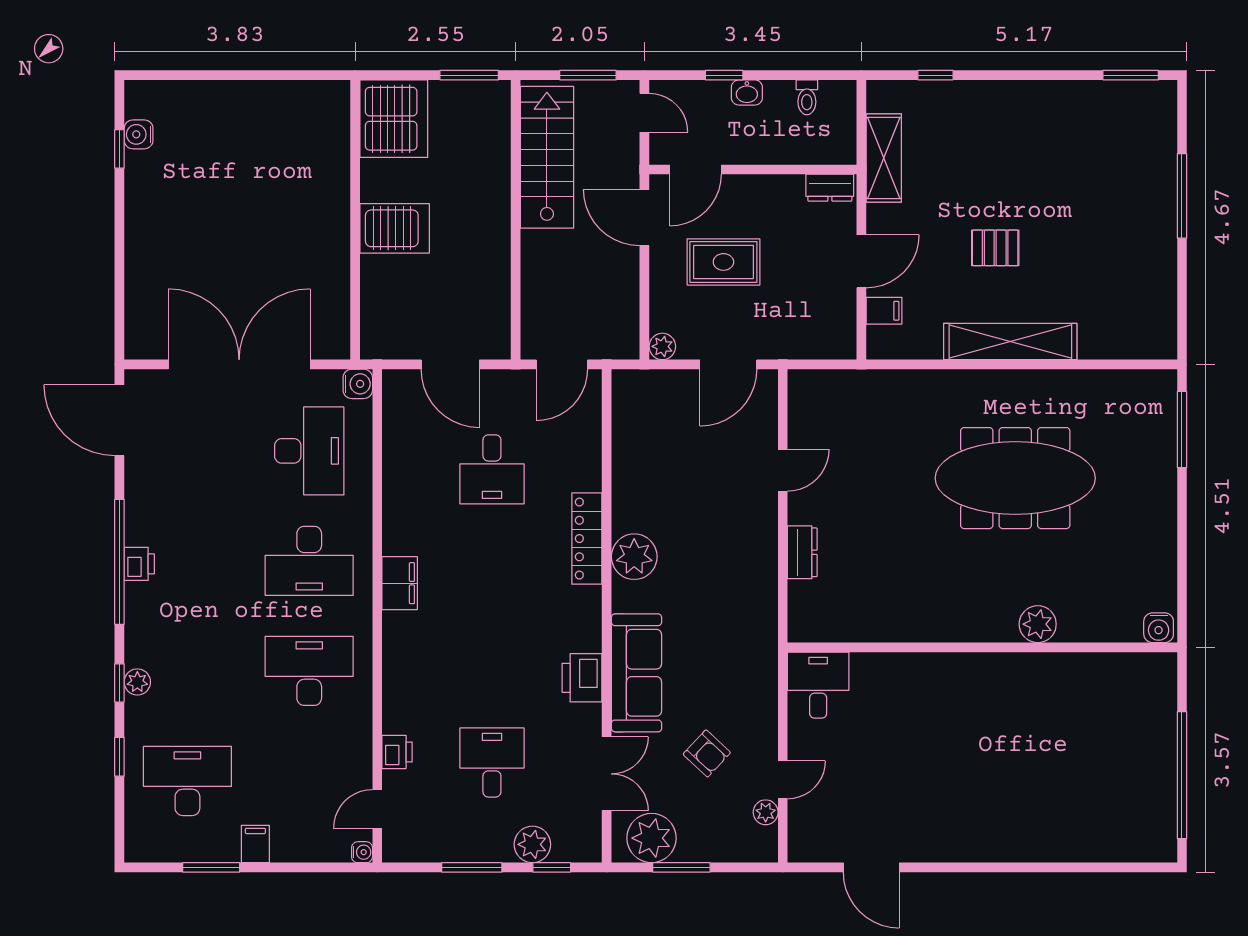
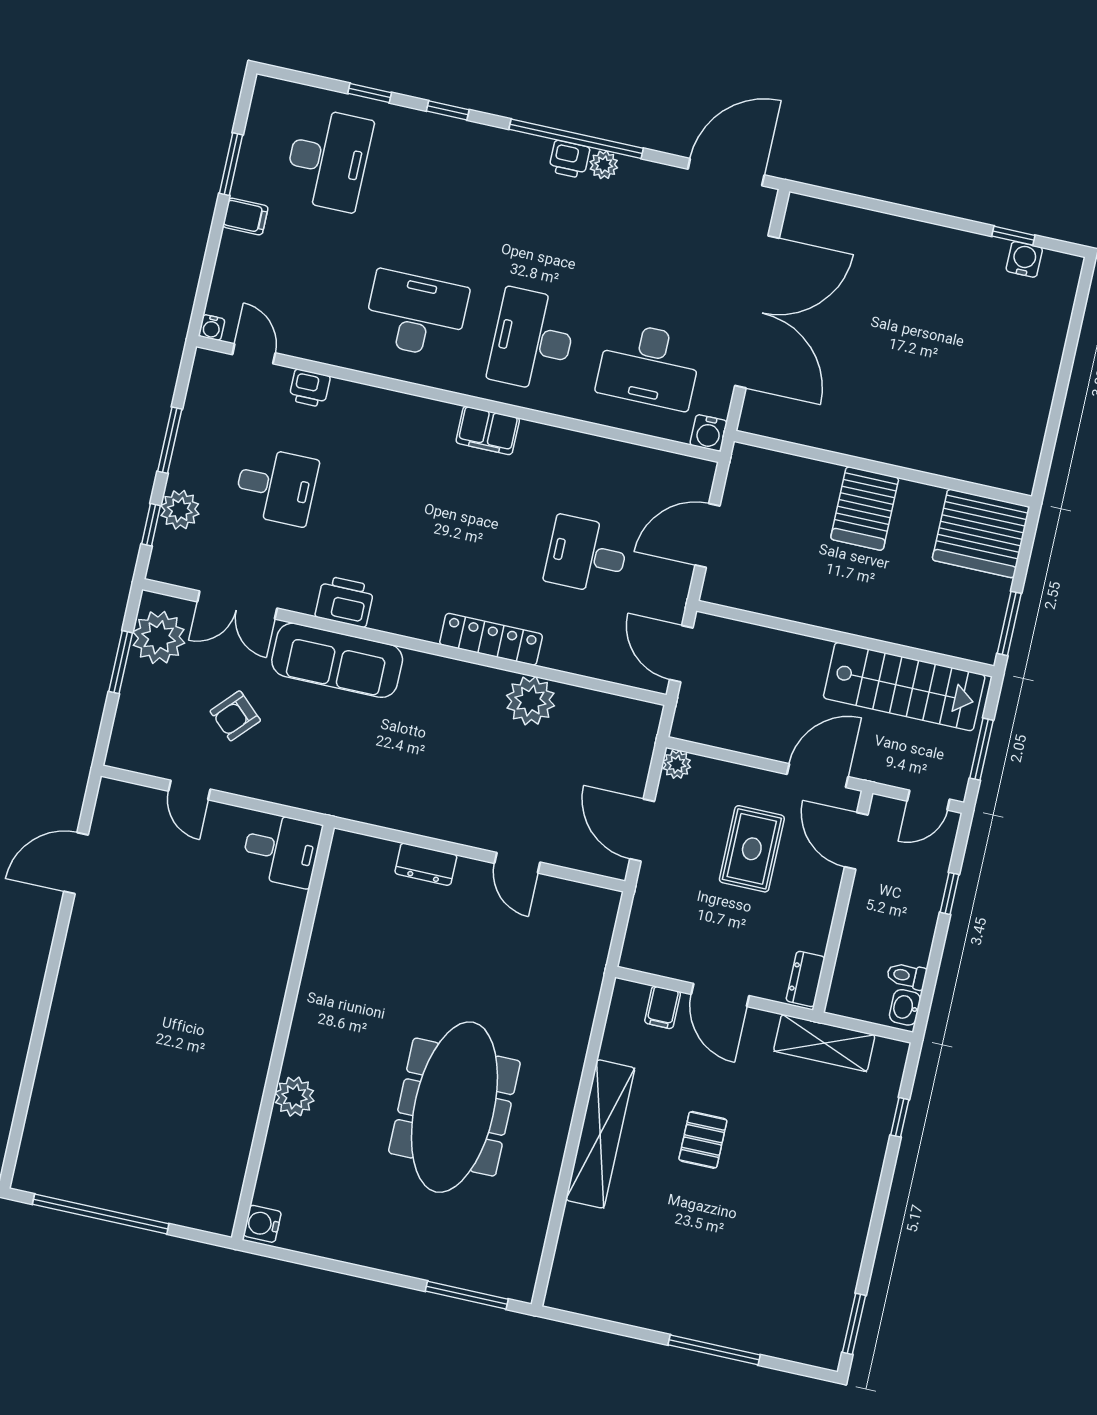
washbasin: (747, 92) -> (905, 1007), moved
plant: (634, 557) -> (530, 701), moved
desk: (309, 671) -> (416, 314), turned -90
plant: (137, 682) -> (604, 165), moved
plant: (766, 812) -> (159, 764), removed

